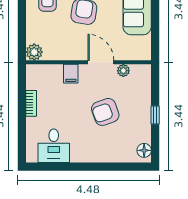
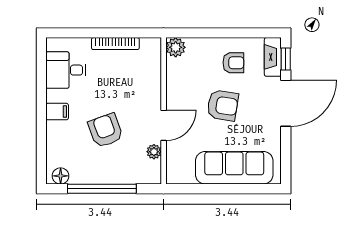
filing cabinet: (71, 74) -> (57, 112), moved, turned 180
bookcase: (31, 103) -> (115, 44), width x1.56
window: (155, 115) -> (102, 189), width x3.17

